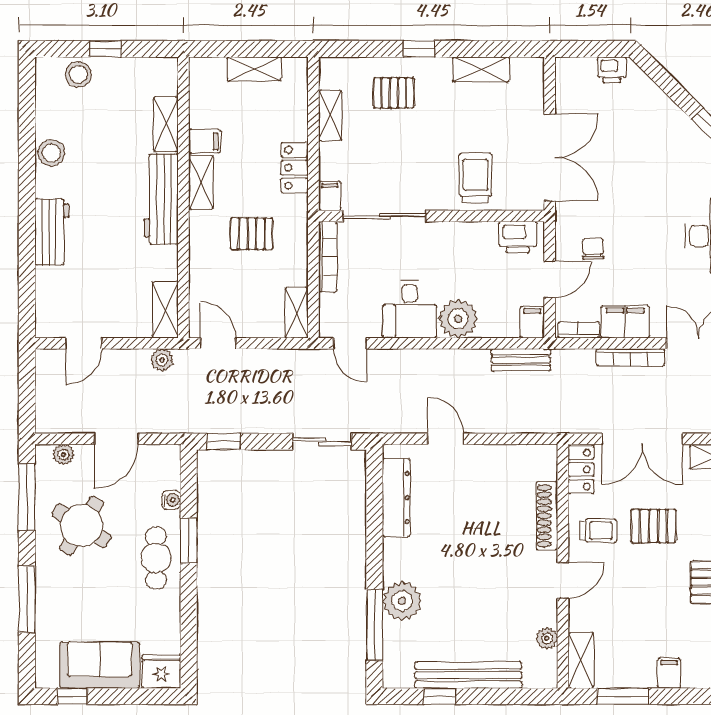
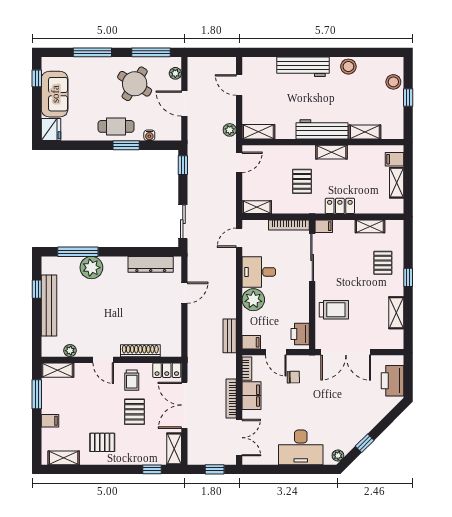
printer: (612, 70) -> (392, 381), width x1.87, depth x1.48
filing cabinet: (205, 141) -> (394, 159), moved, turned 90
workbench: (52, 232) -> (303, 67), width x1.38

